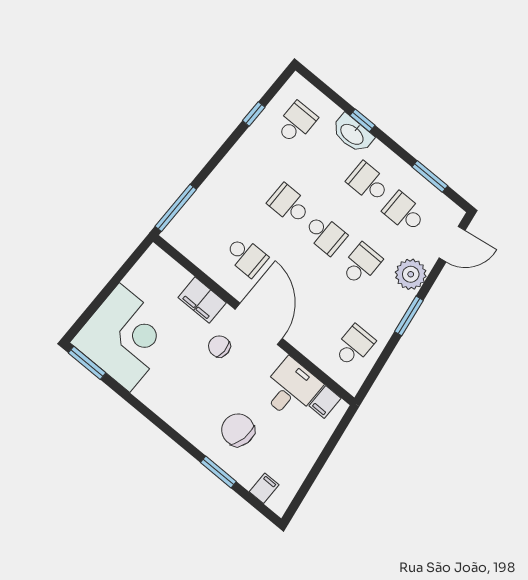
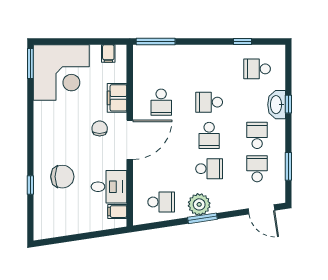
school desk: (296, 123) -> (257, 69), turned 180
school desk: (289, 204) -> (209, 102), turned -90
plant: (411, 274) -> (199, 204), moved
chair: (238, 430) -> (62, 177), turned 78
window: (218, 472) -> (30, 185), width x0.67
filing cabinet: (264, 488) -> (108, 53), moved, turned 90

